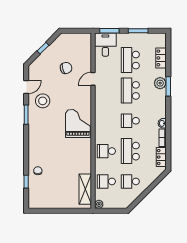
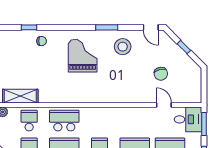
door: (93, 79) -> (164, 105), moved
door: (26, 87) -> (151, 27), moved
grand piano: (78, 124) -> (83, 56), moved, turned -90
school desk: (106, 151) -> (64, 121), width x1.85

